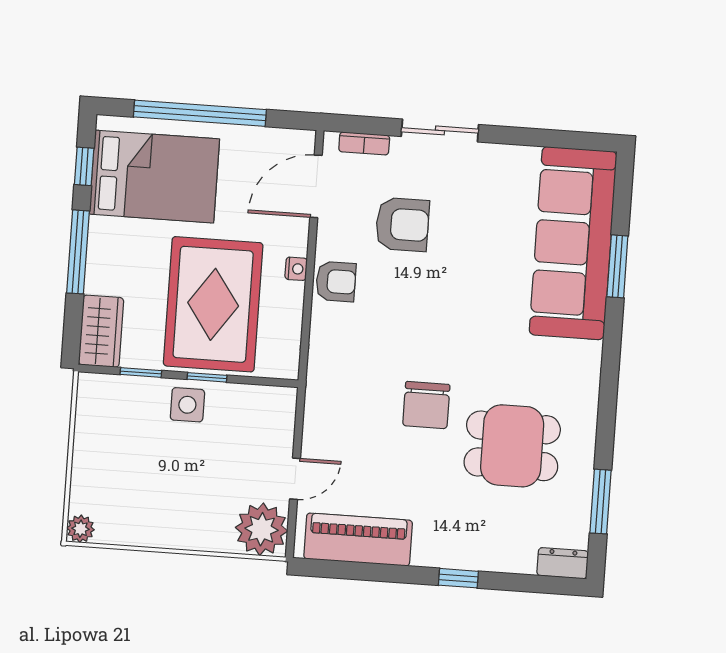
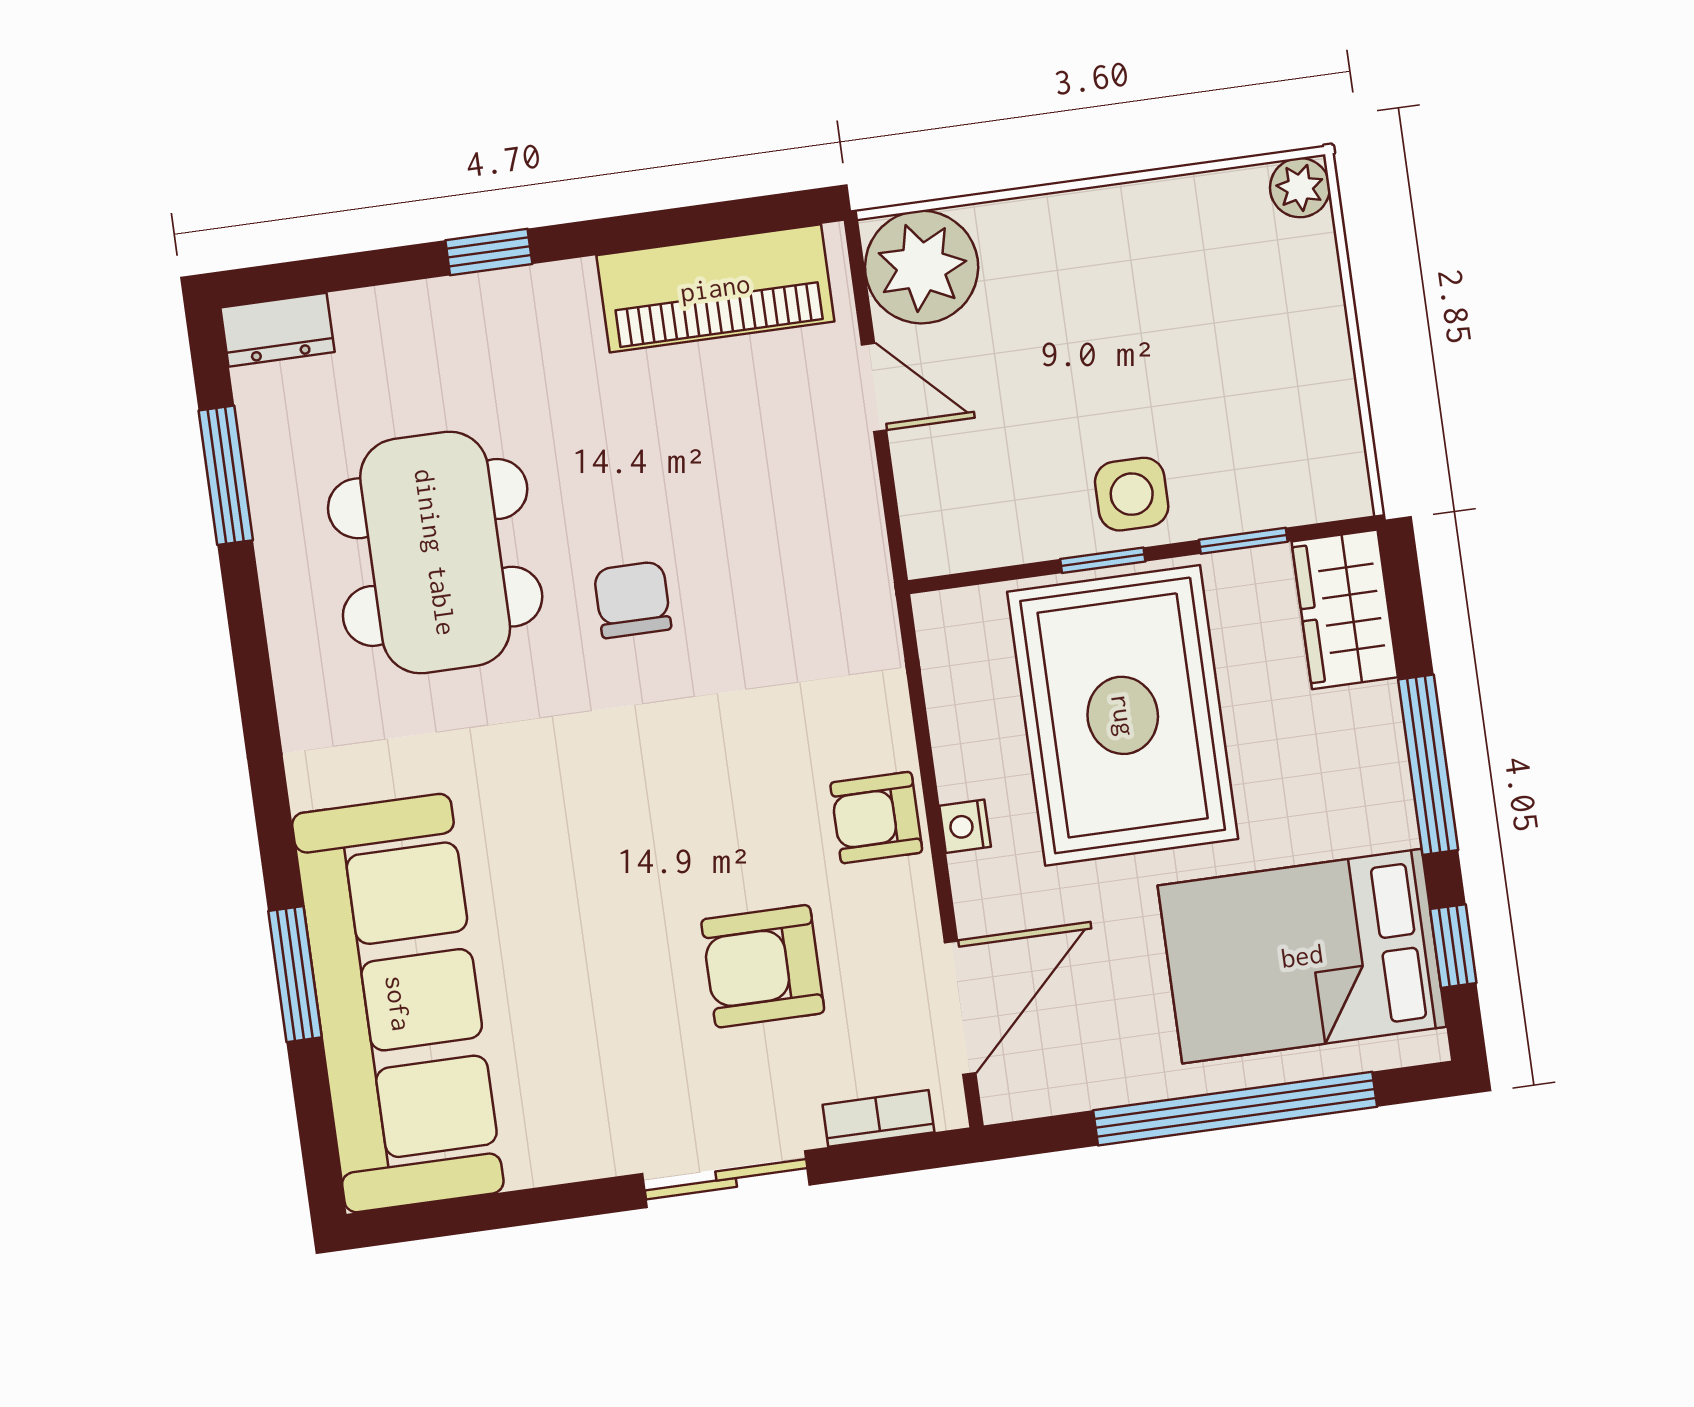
chair: (426, 405) -> (633, 600), width x0.73, depth x0.73
dining table: (512, 446) -> (435, 552), width x1.37
door: (295, 479) -> (874, 387), swing flipped

